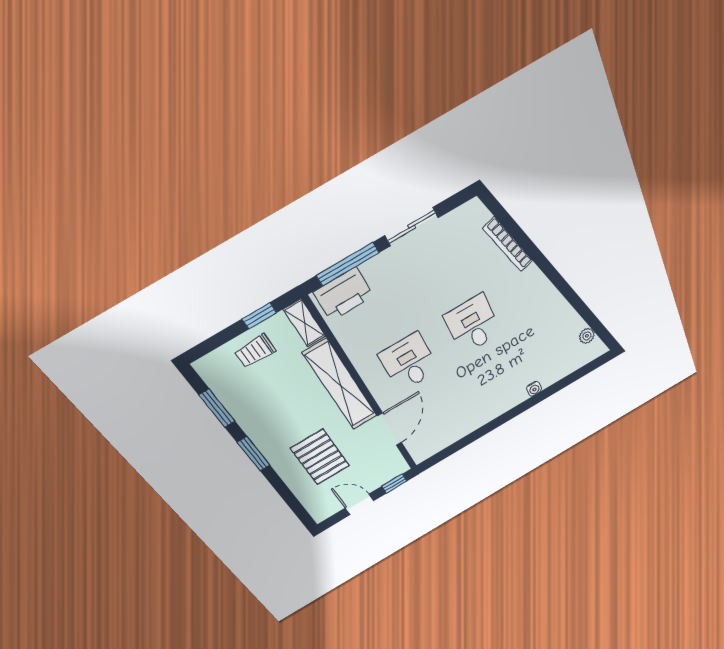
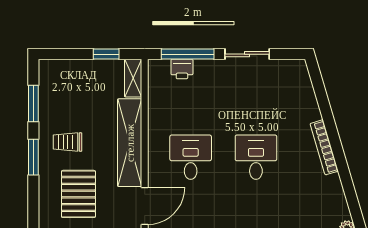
bookcase: (508, 245) -> (324, 147), moved
printer: (344, 294) -> (182, 69), width x0.53, depth x0.68
trolley: (255, 351) -> (67, 142), moved

